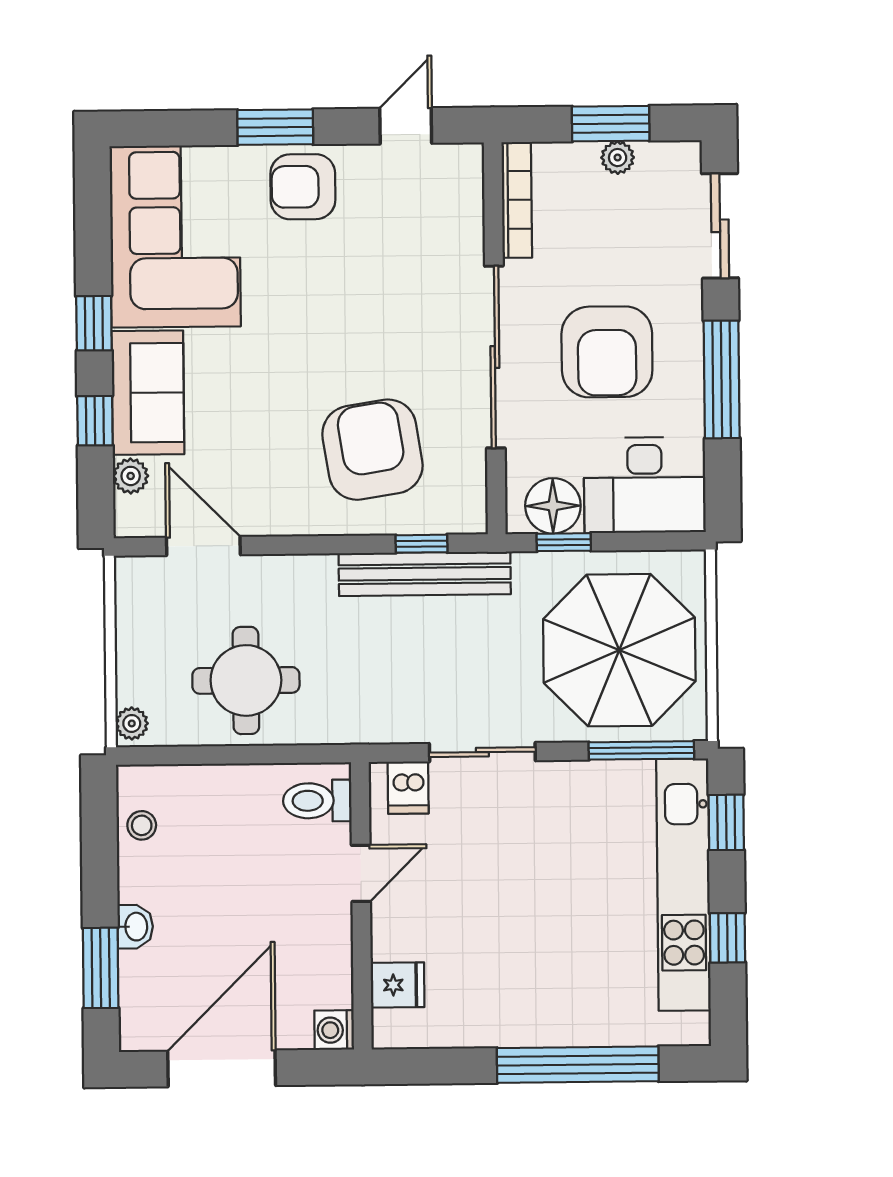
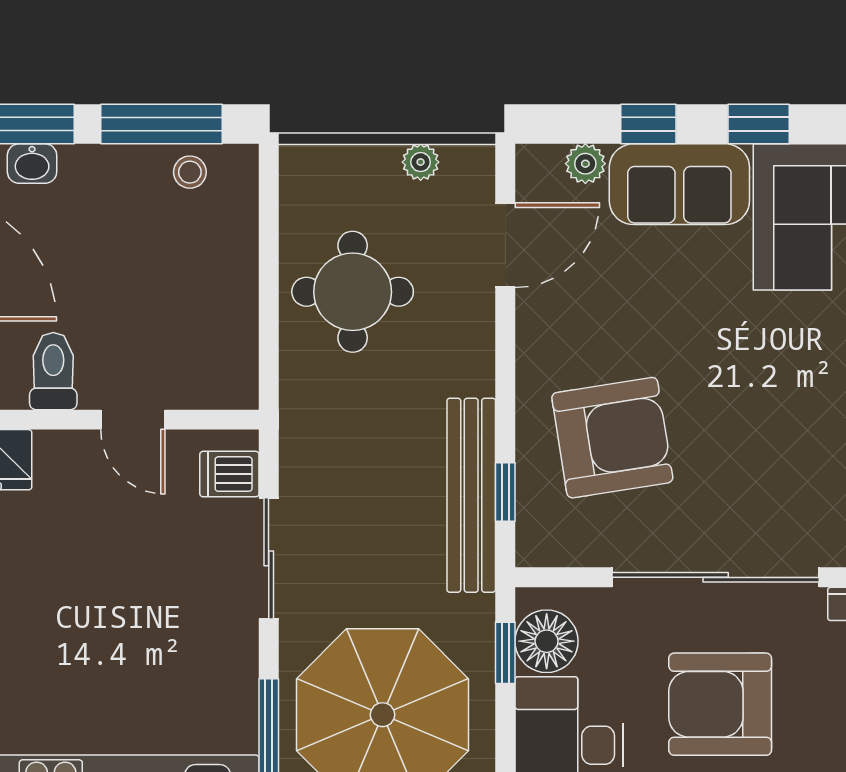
plant: (132, 723) -> (421, 162), moved
toilet: (317, 801) -> (53, 371), moved
window: (99, 851) -> (162, 124), added
washbasin: (135, 927) -> (32, 164), moved

